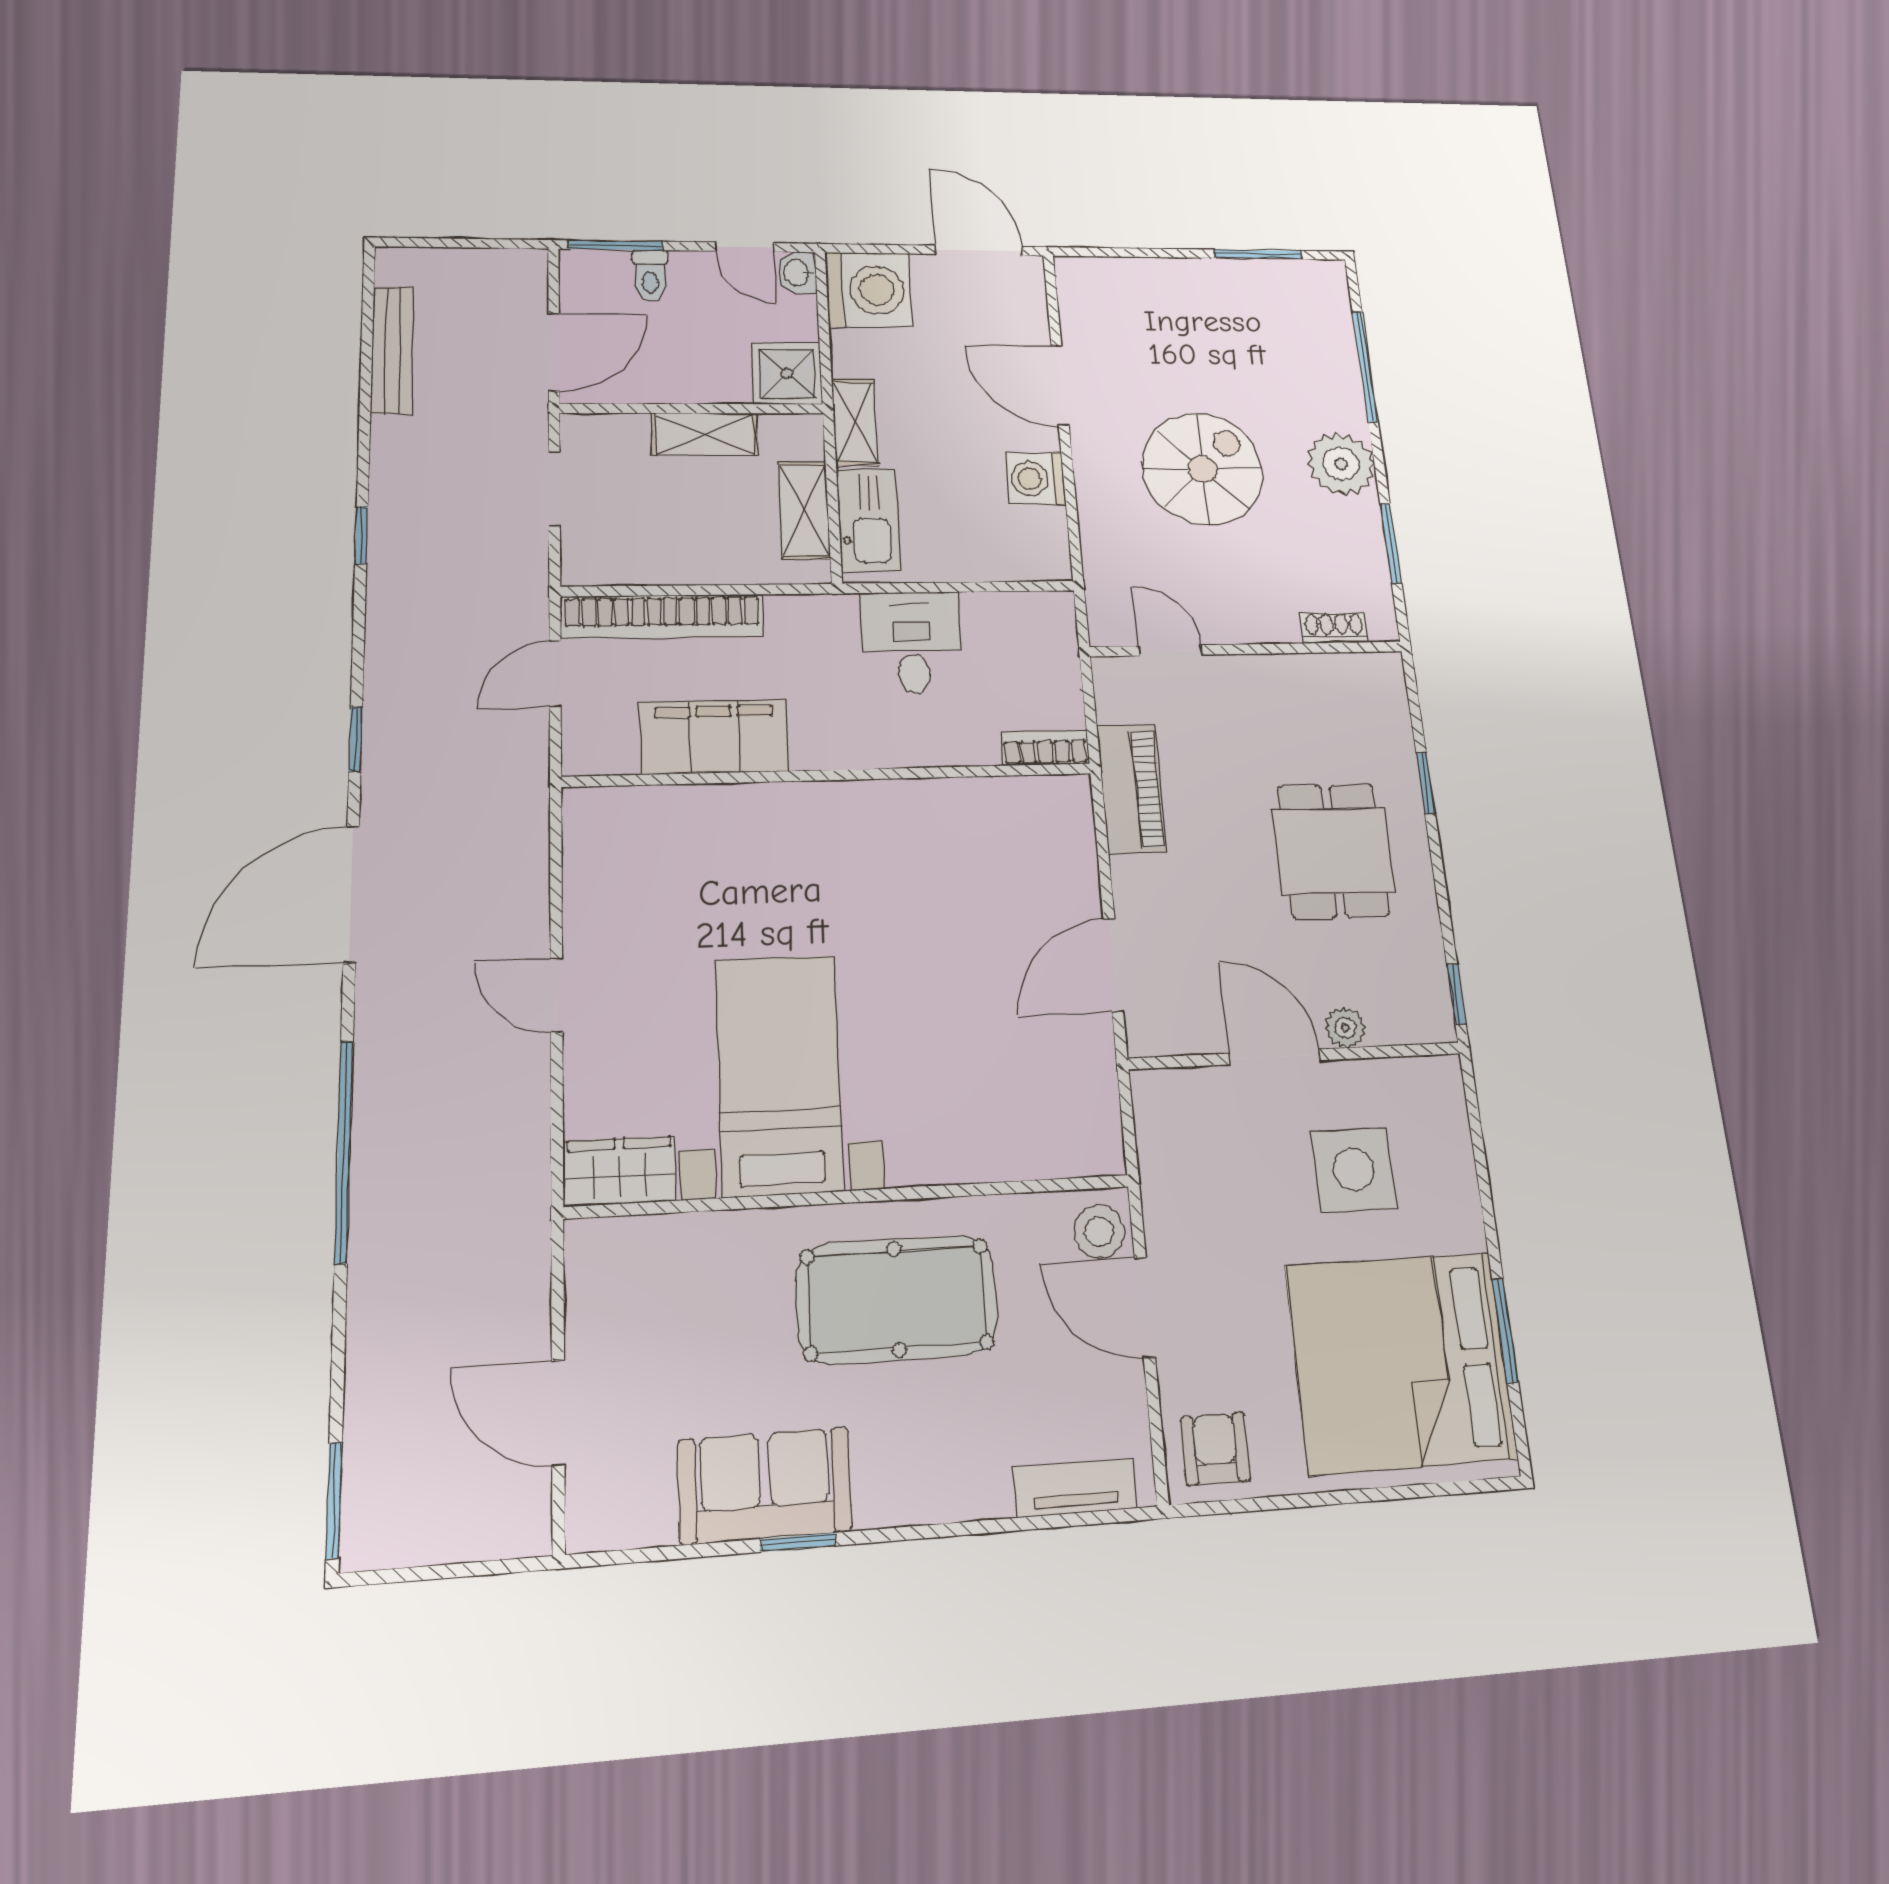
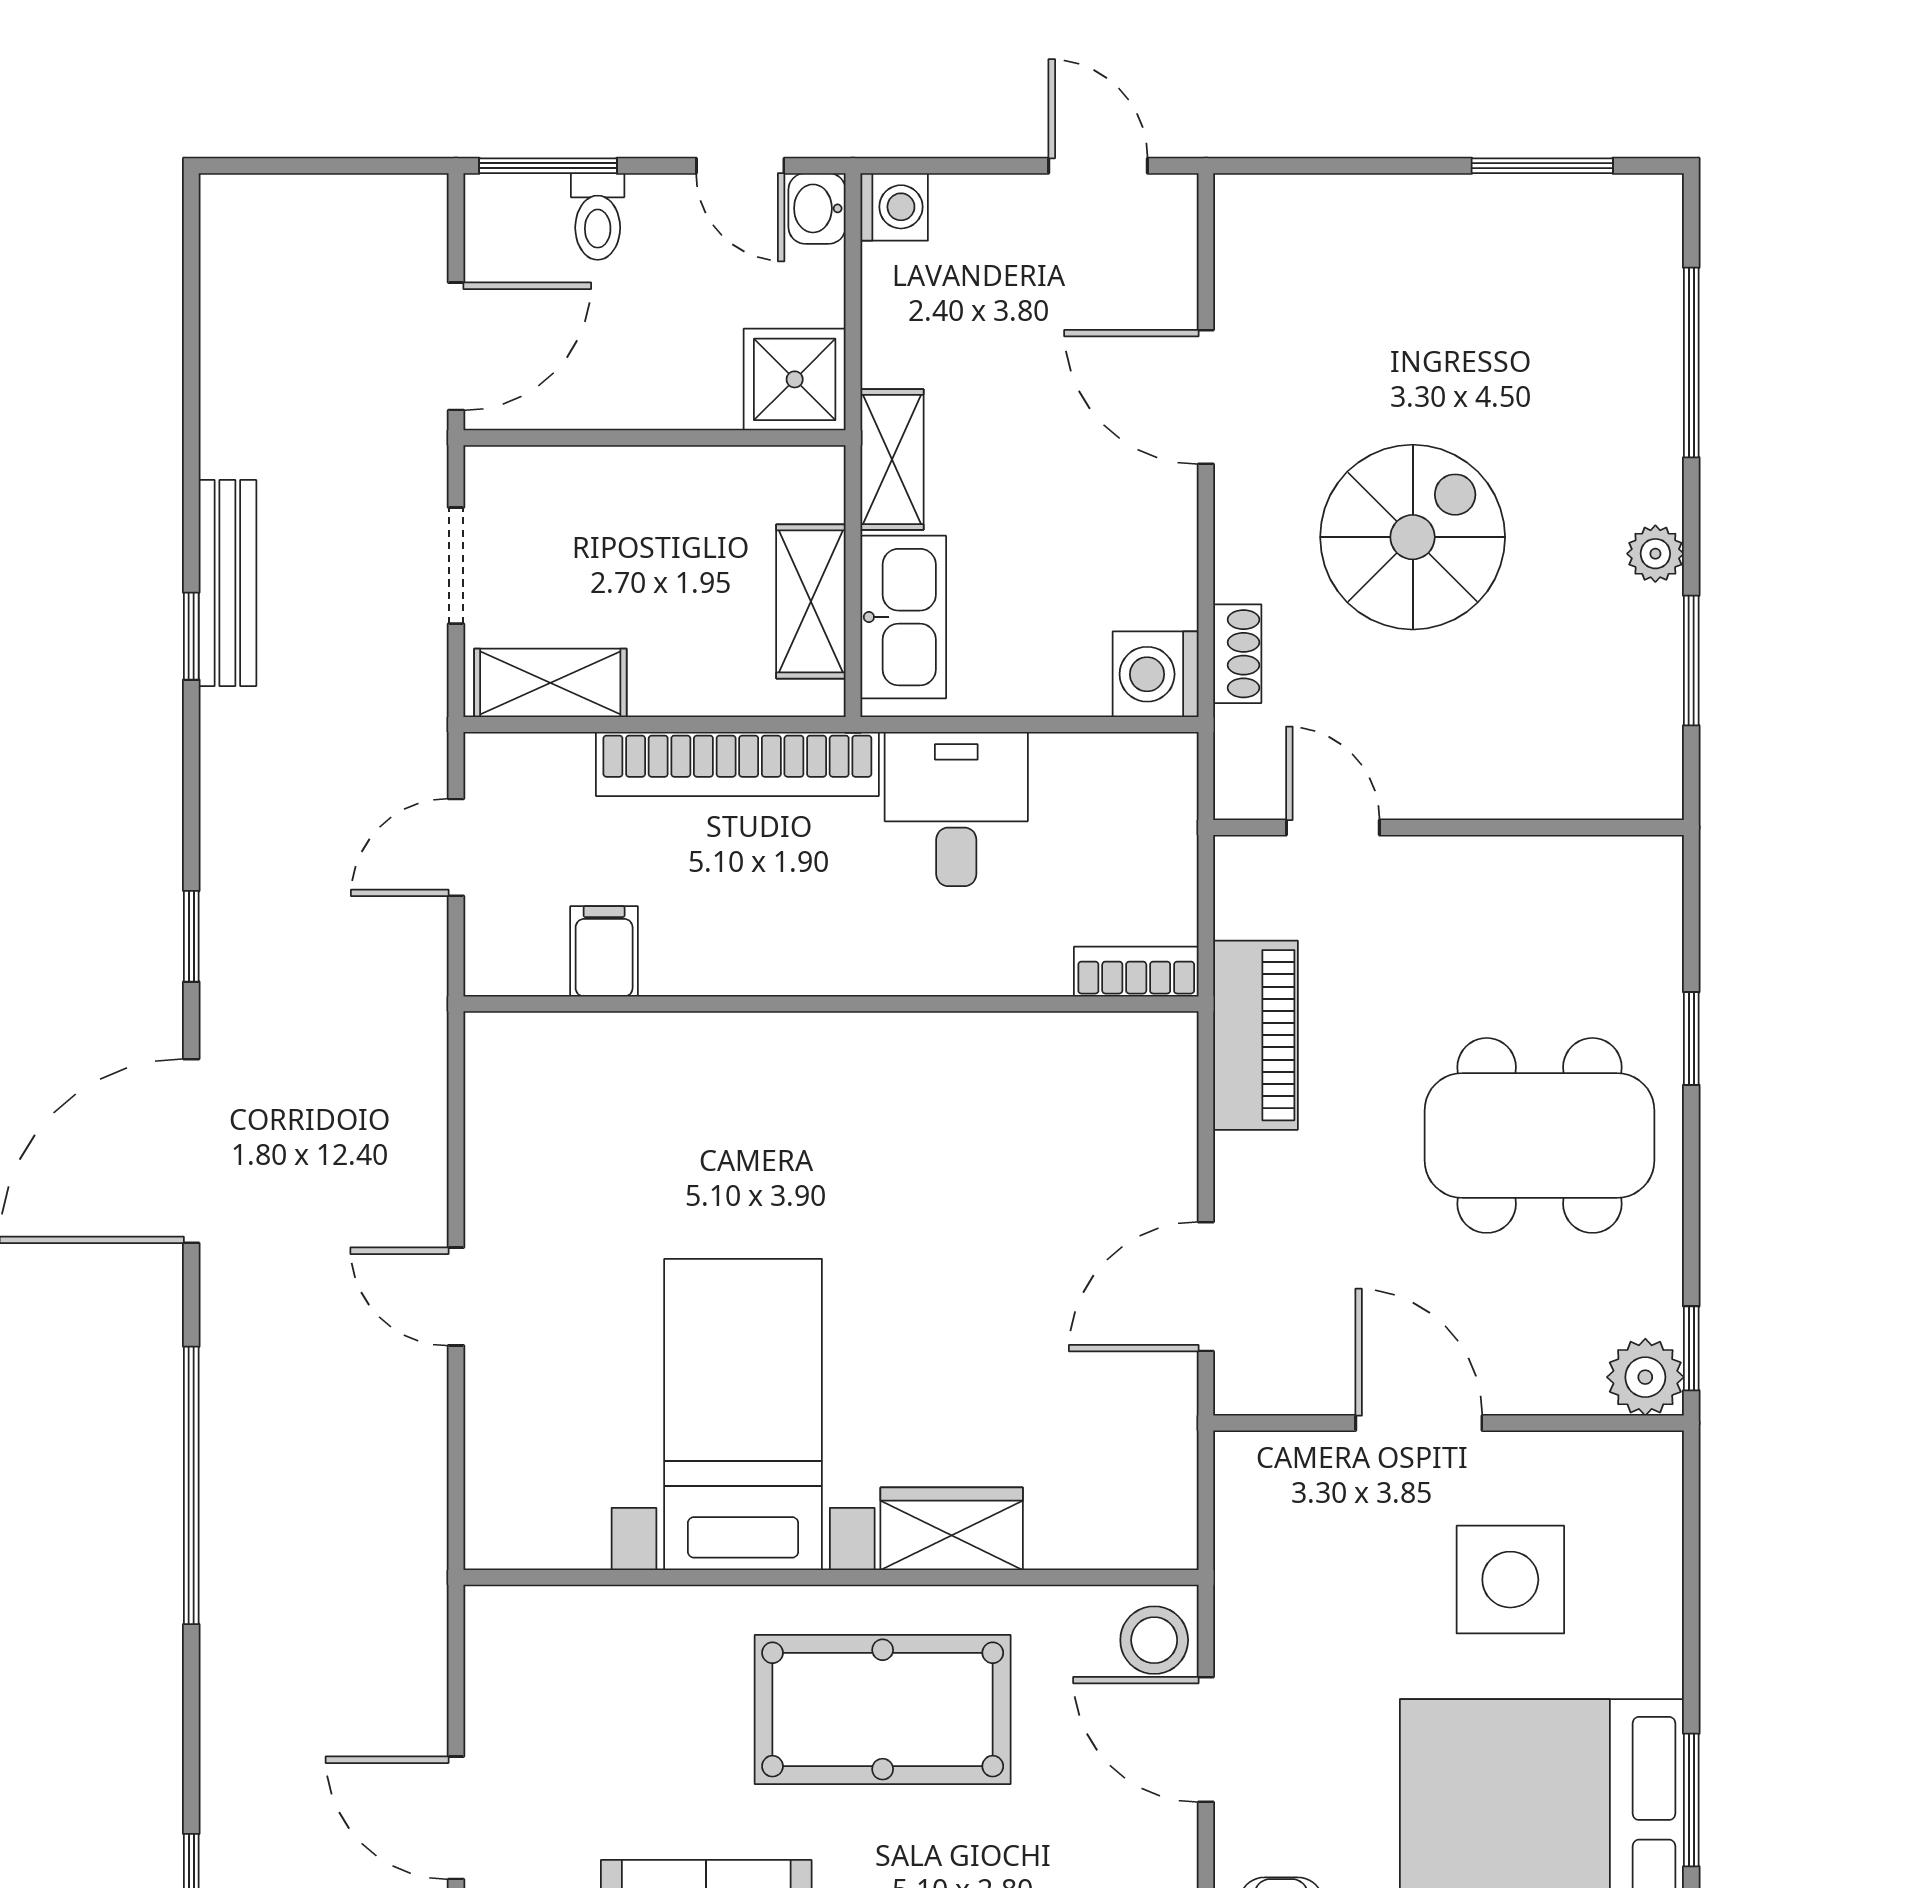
door: (979, 250) -> (1098, 166), width x0.73
washing machine: (869, 290) -> (894, 207), width x0.53, depth x0.53
bench: (393, 350) -> (227, 583), moved
shelving: (705, 434) -> (550, 683), moved
plant: (1341, 464) -> (1655, 554), width x0.53, depth x0.53
washing machine: (1035, 478) -> (1156, 674), moved
bookcase: (663, 616) -> (737, 764), moved
shoe rack: (1334, 628) -> (1237, 654), moved, turned 90
filing cabinet: (714, 737) -> (604, 951), width x0.33, depth x0.86
dining table: (1333, 851) -> (1540, 1135), width x1.38
plant: (1345, 1028) -> (1645, 1377), moved, width x1.38, depth x1.38
wardrobe: (620, 1171) -> (952, 1529), moved

